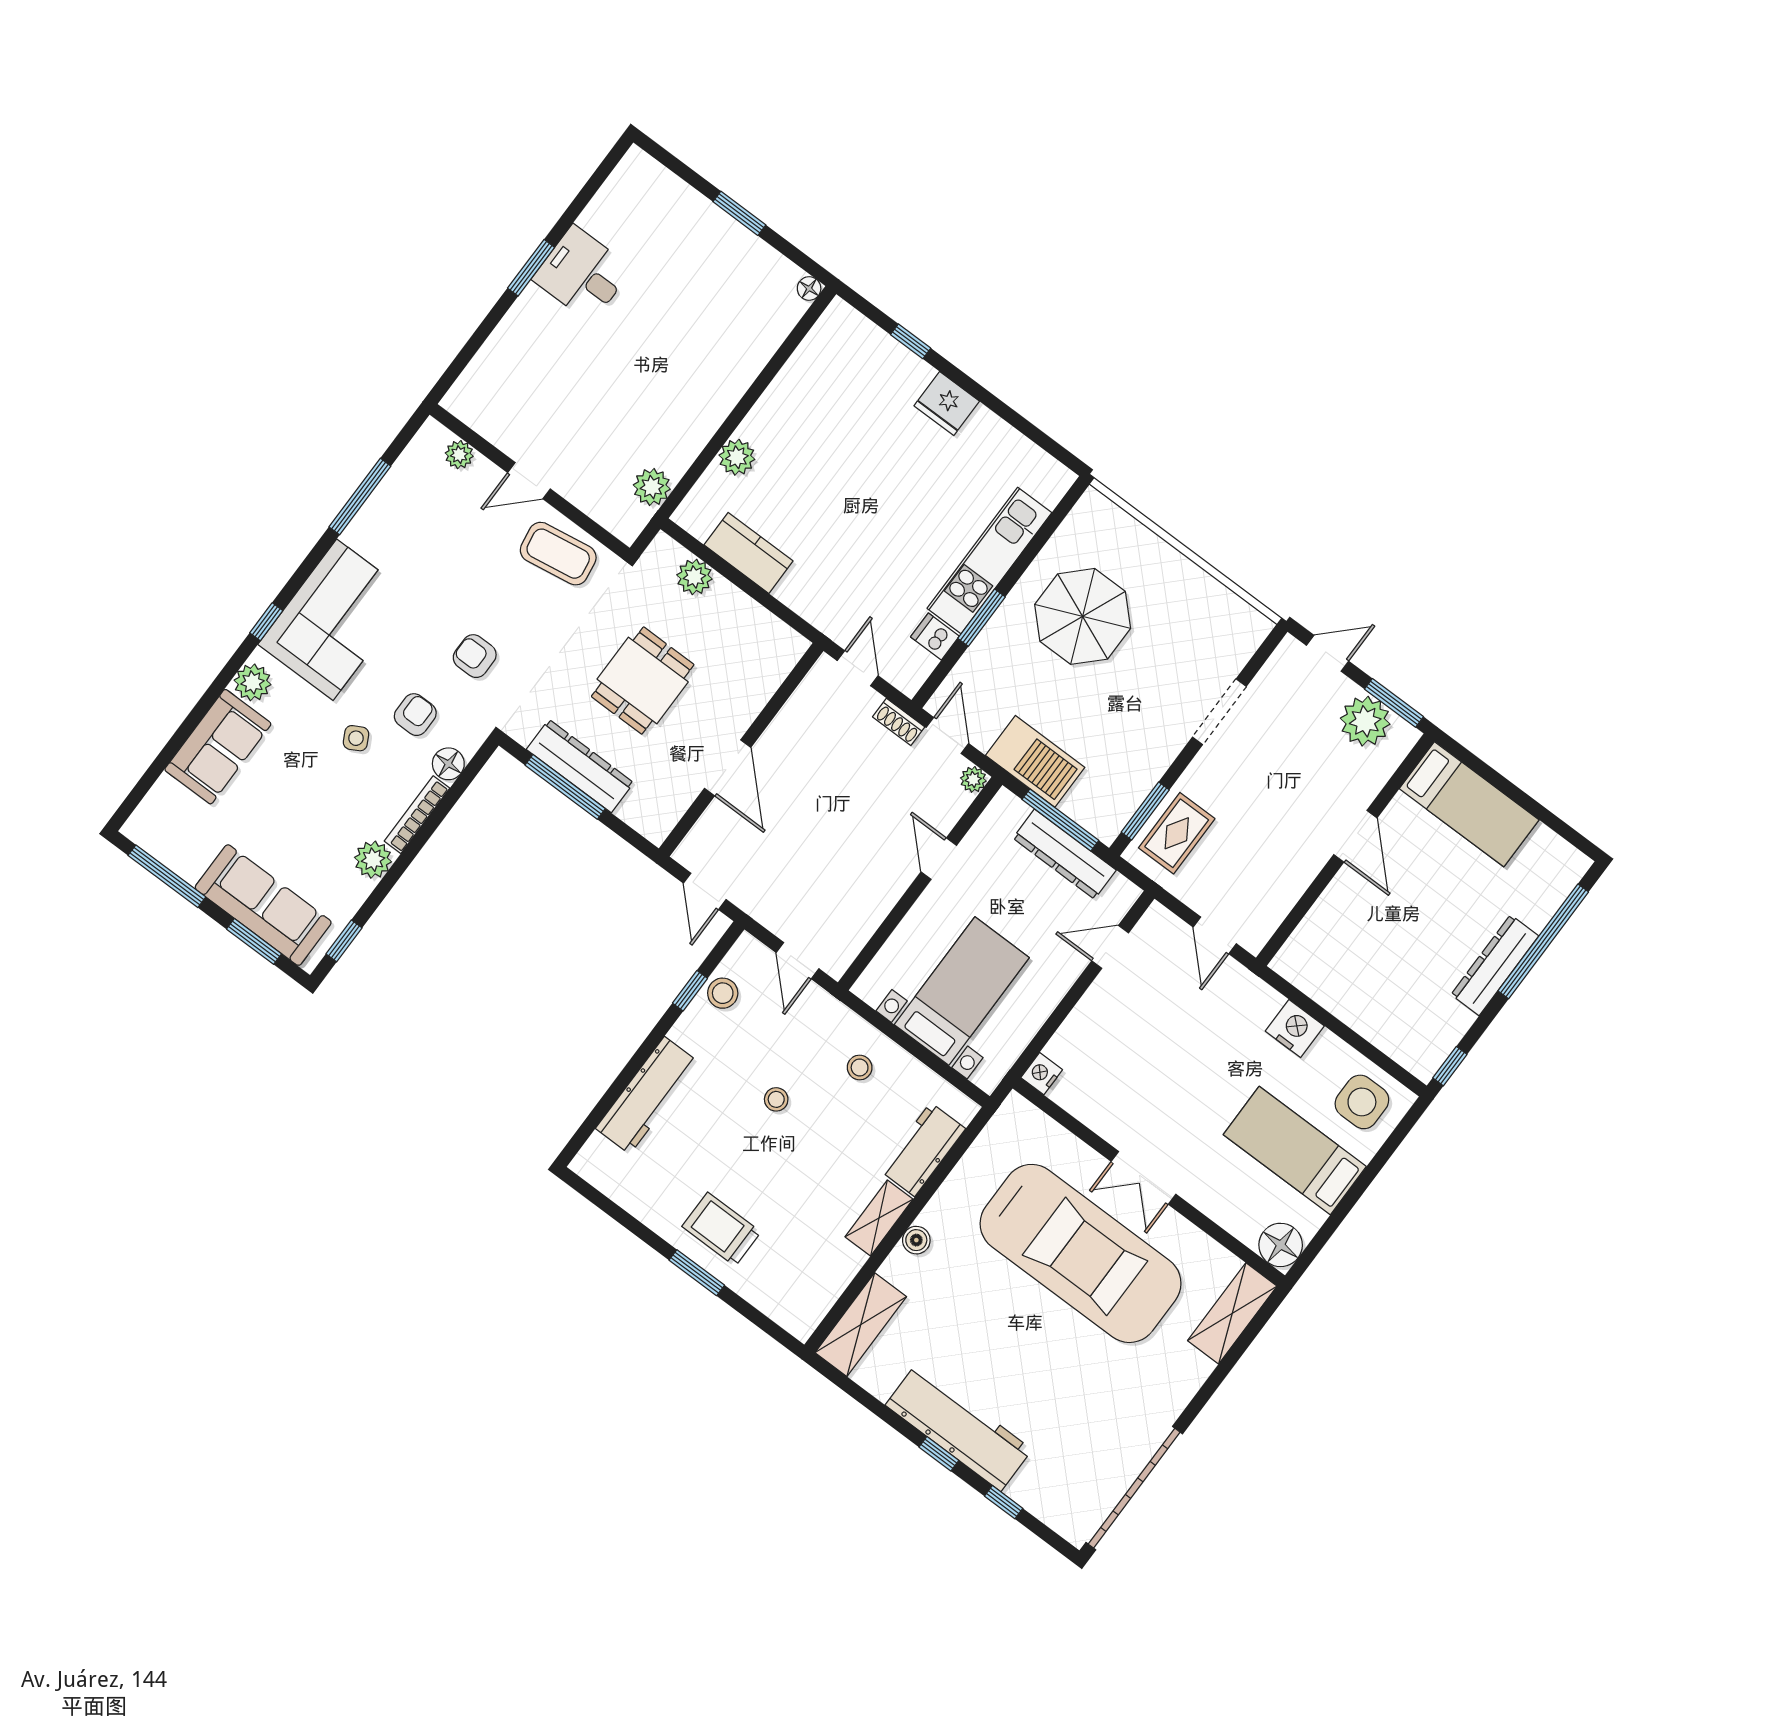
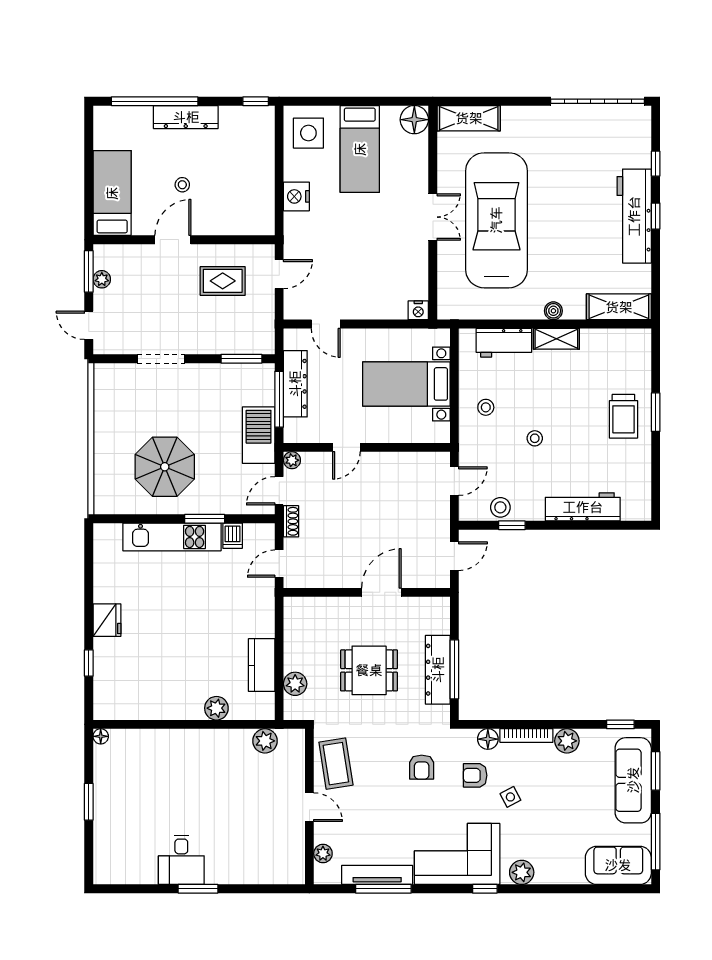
tv unit: (383, 502) -> (377, 875), added
plant: (1365, 721) -> (102, 279), width x0.53, depth x0.53
sofa: (218, 747) -> (618, 865), moved
rug: (1177, 833) -> (223, 281), moved
stool: (1415, 898) -> (182, 185), added

